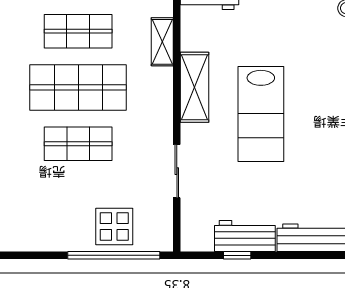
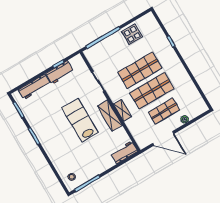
shelving: (162, 42) -> (122, 110), moved
shop shelf: (78, 144) -> (140, 70), width x1.43, depth x1.36
display table: (114, 226) -> (132, 34), moved

